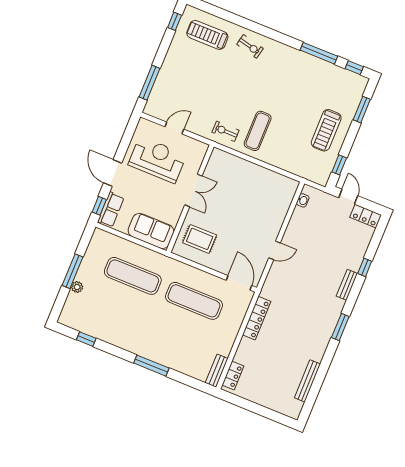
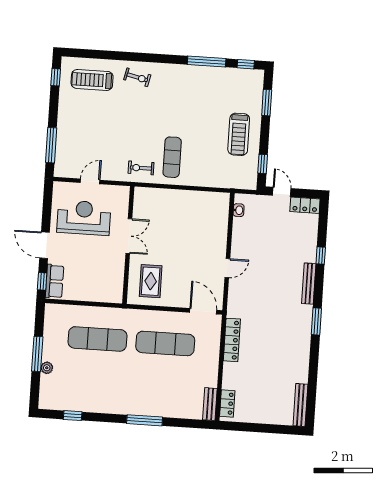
sofa: (151, 231) -> (101, 289), removed
rug: (200, 239) -> (151, 281), turned 90
bench: (347, 285) -> (309, 284), width x1.36
bench: (307, 381) -> (300, 405), moved

